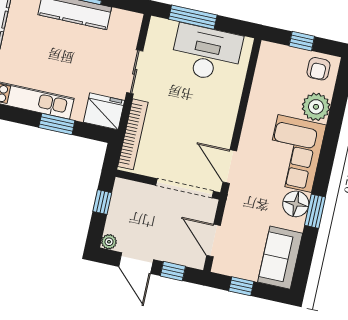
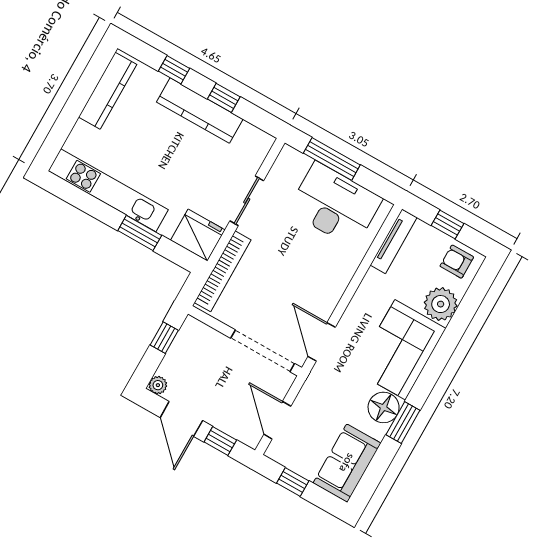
tv unit: (263, 68) -> (394, 241), added
armchair: (318, 69) -> (457, 262), turned 90

